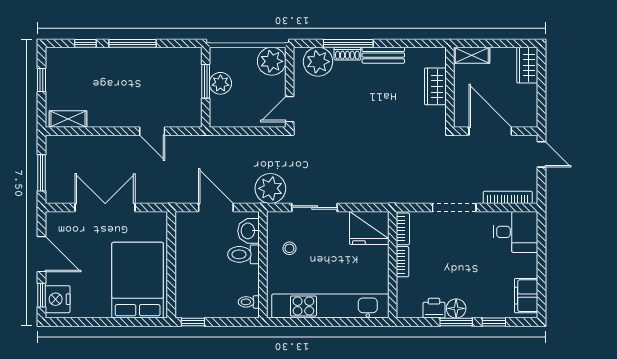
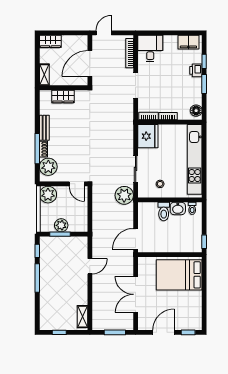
window: (85, 43) -> (37, 251), moved
door: (216, 207) -> (136, 239), moved
washbasin: (249, 231) -> (178, 208), moved
nightstand: (58, 299) -> (191, 323), removed
printer: (434, 308) -> (196, 70), moved
floor lamp: (456, 308) -> (196, 111), moved

